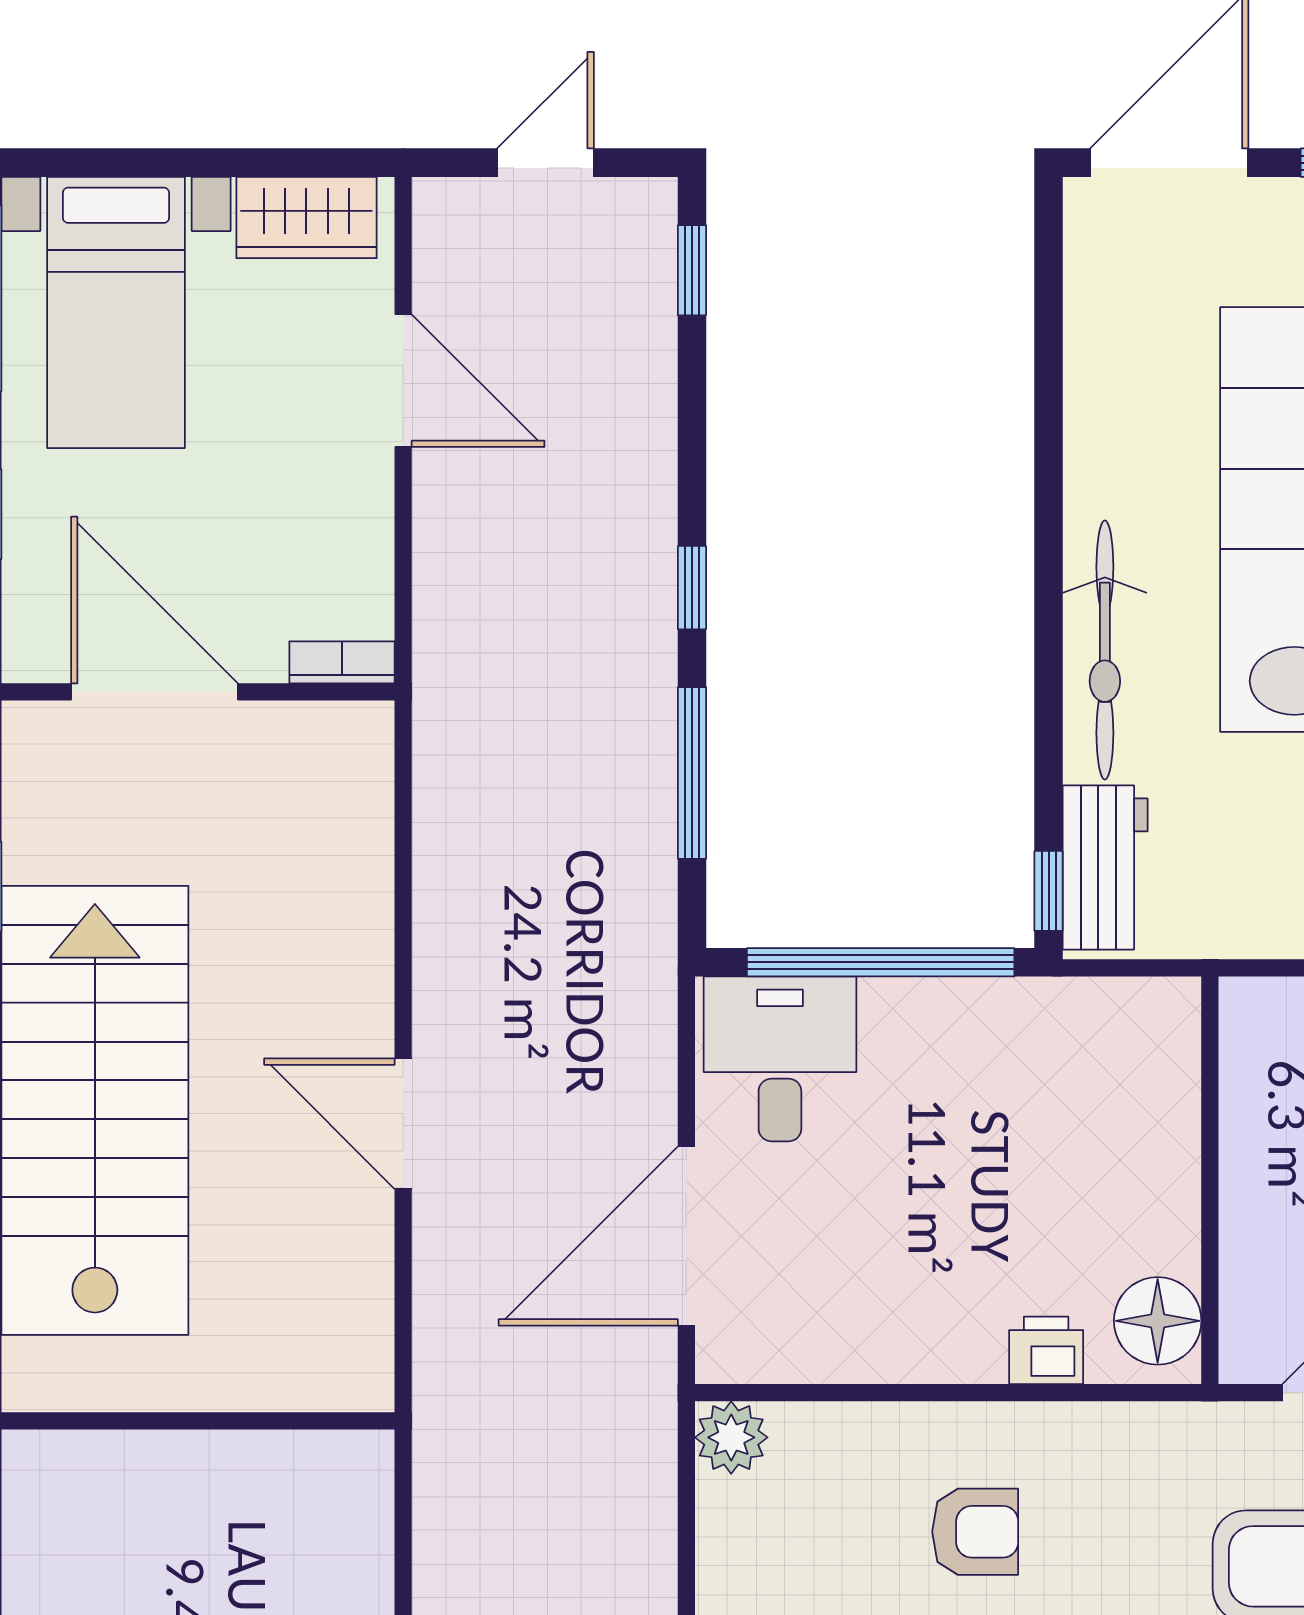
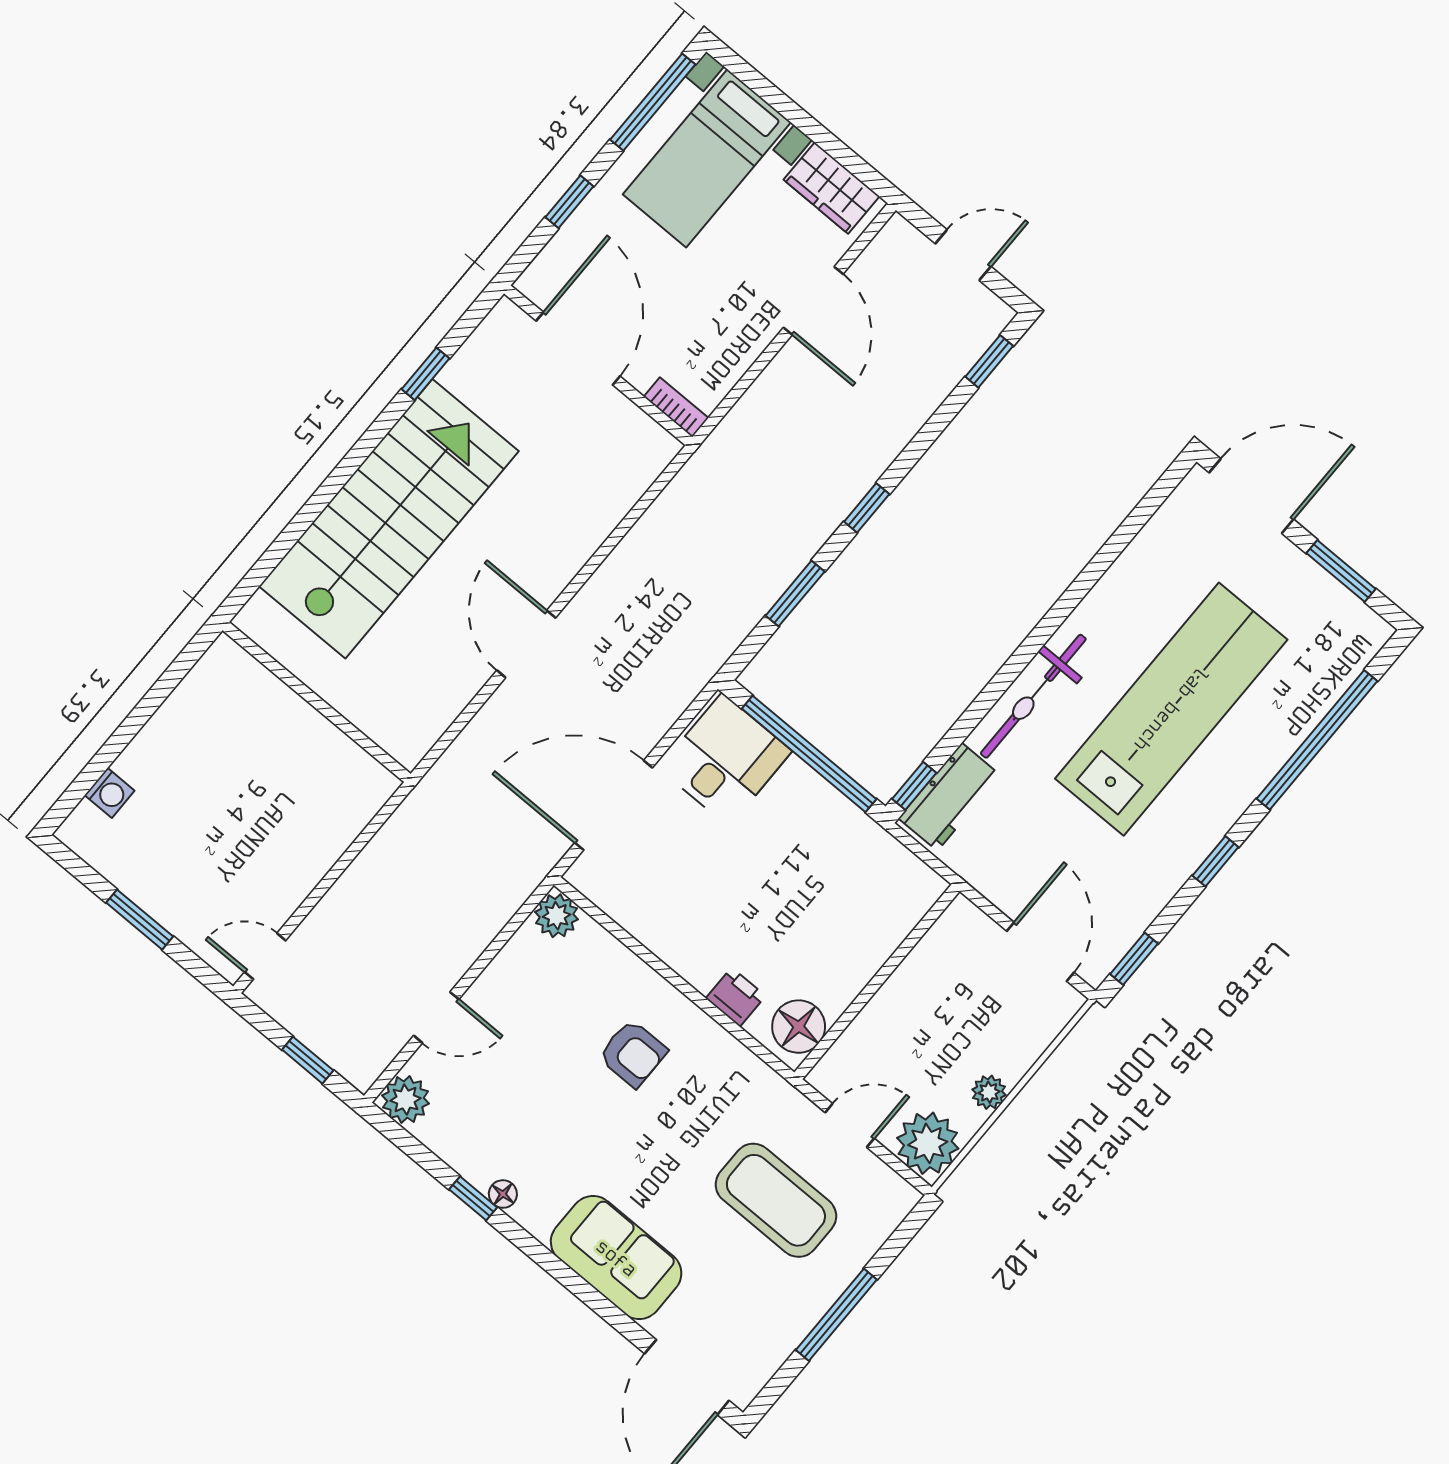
window: (692, 773) -> (795, 594), width x0.69

